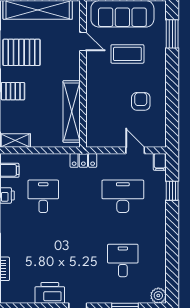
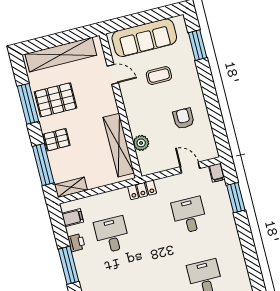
coffee table: (127, 54) -> (159, 76), width x0.73, depth x0.77
plant: (94, 115) -> (141, 143), added
window: (172, 191) -> (236, 198), width x1.50
desk: (123, 196) -> (189, 215), width x0.73

